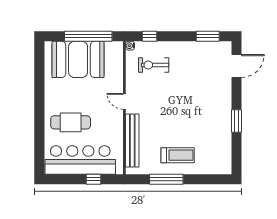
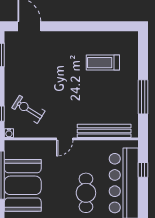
exercise bike: (154, 65) -> (28, 109), turned 122
window: (236, 121) -> (85, 26), removed
treadmill: (178, 155) -> (103, 63), moved, turned -90

